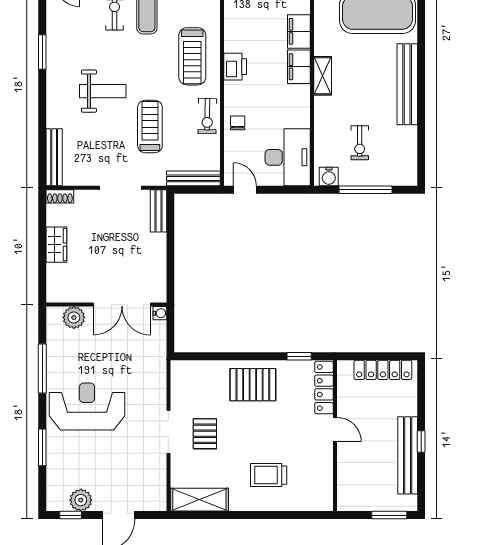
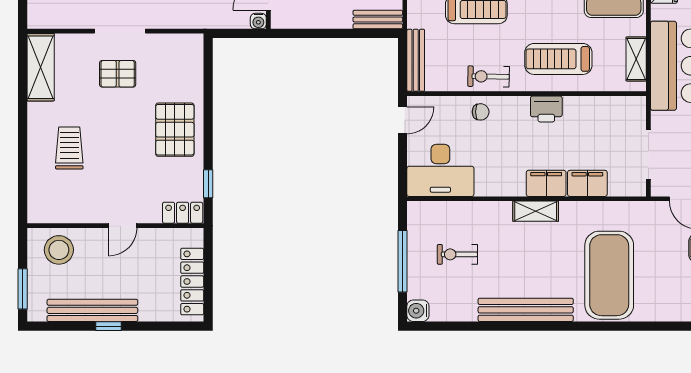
water cooler: (329, 177) -> (418, 311), moved
locker: (324, 388) -> (183, 213), width x0.66
stool: (356, 484) -> (59, 250), added

